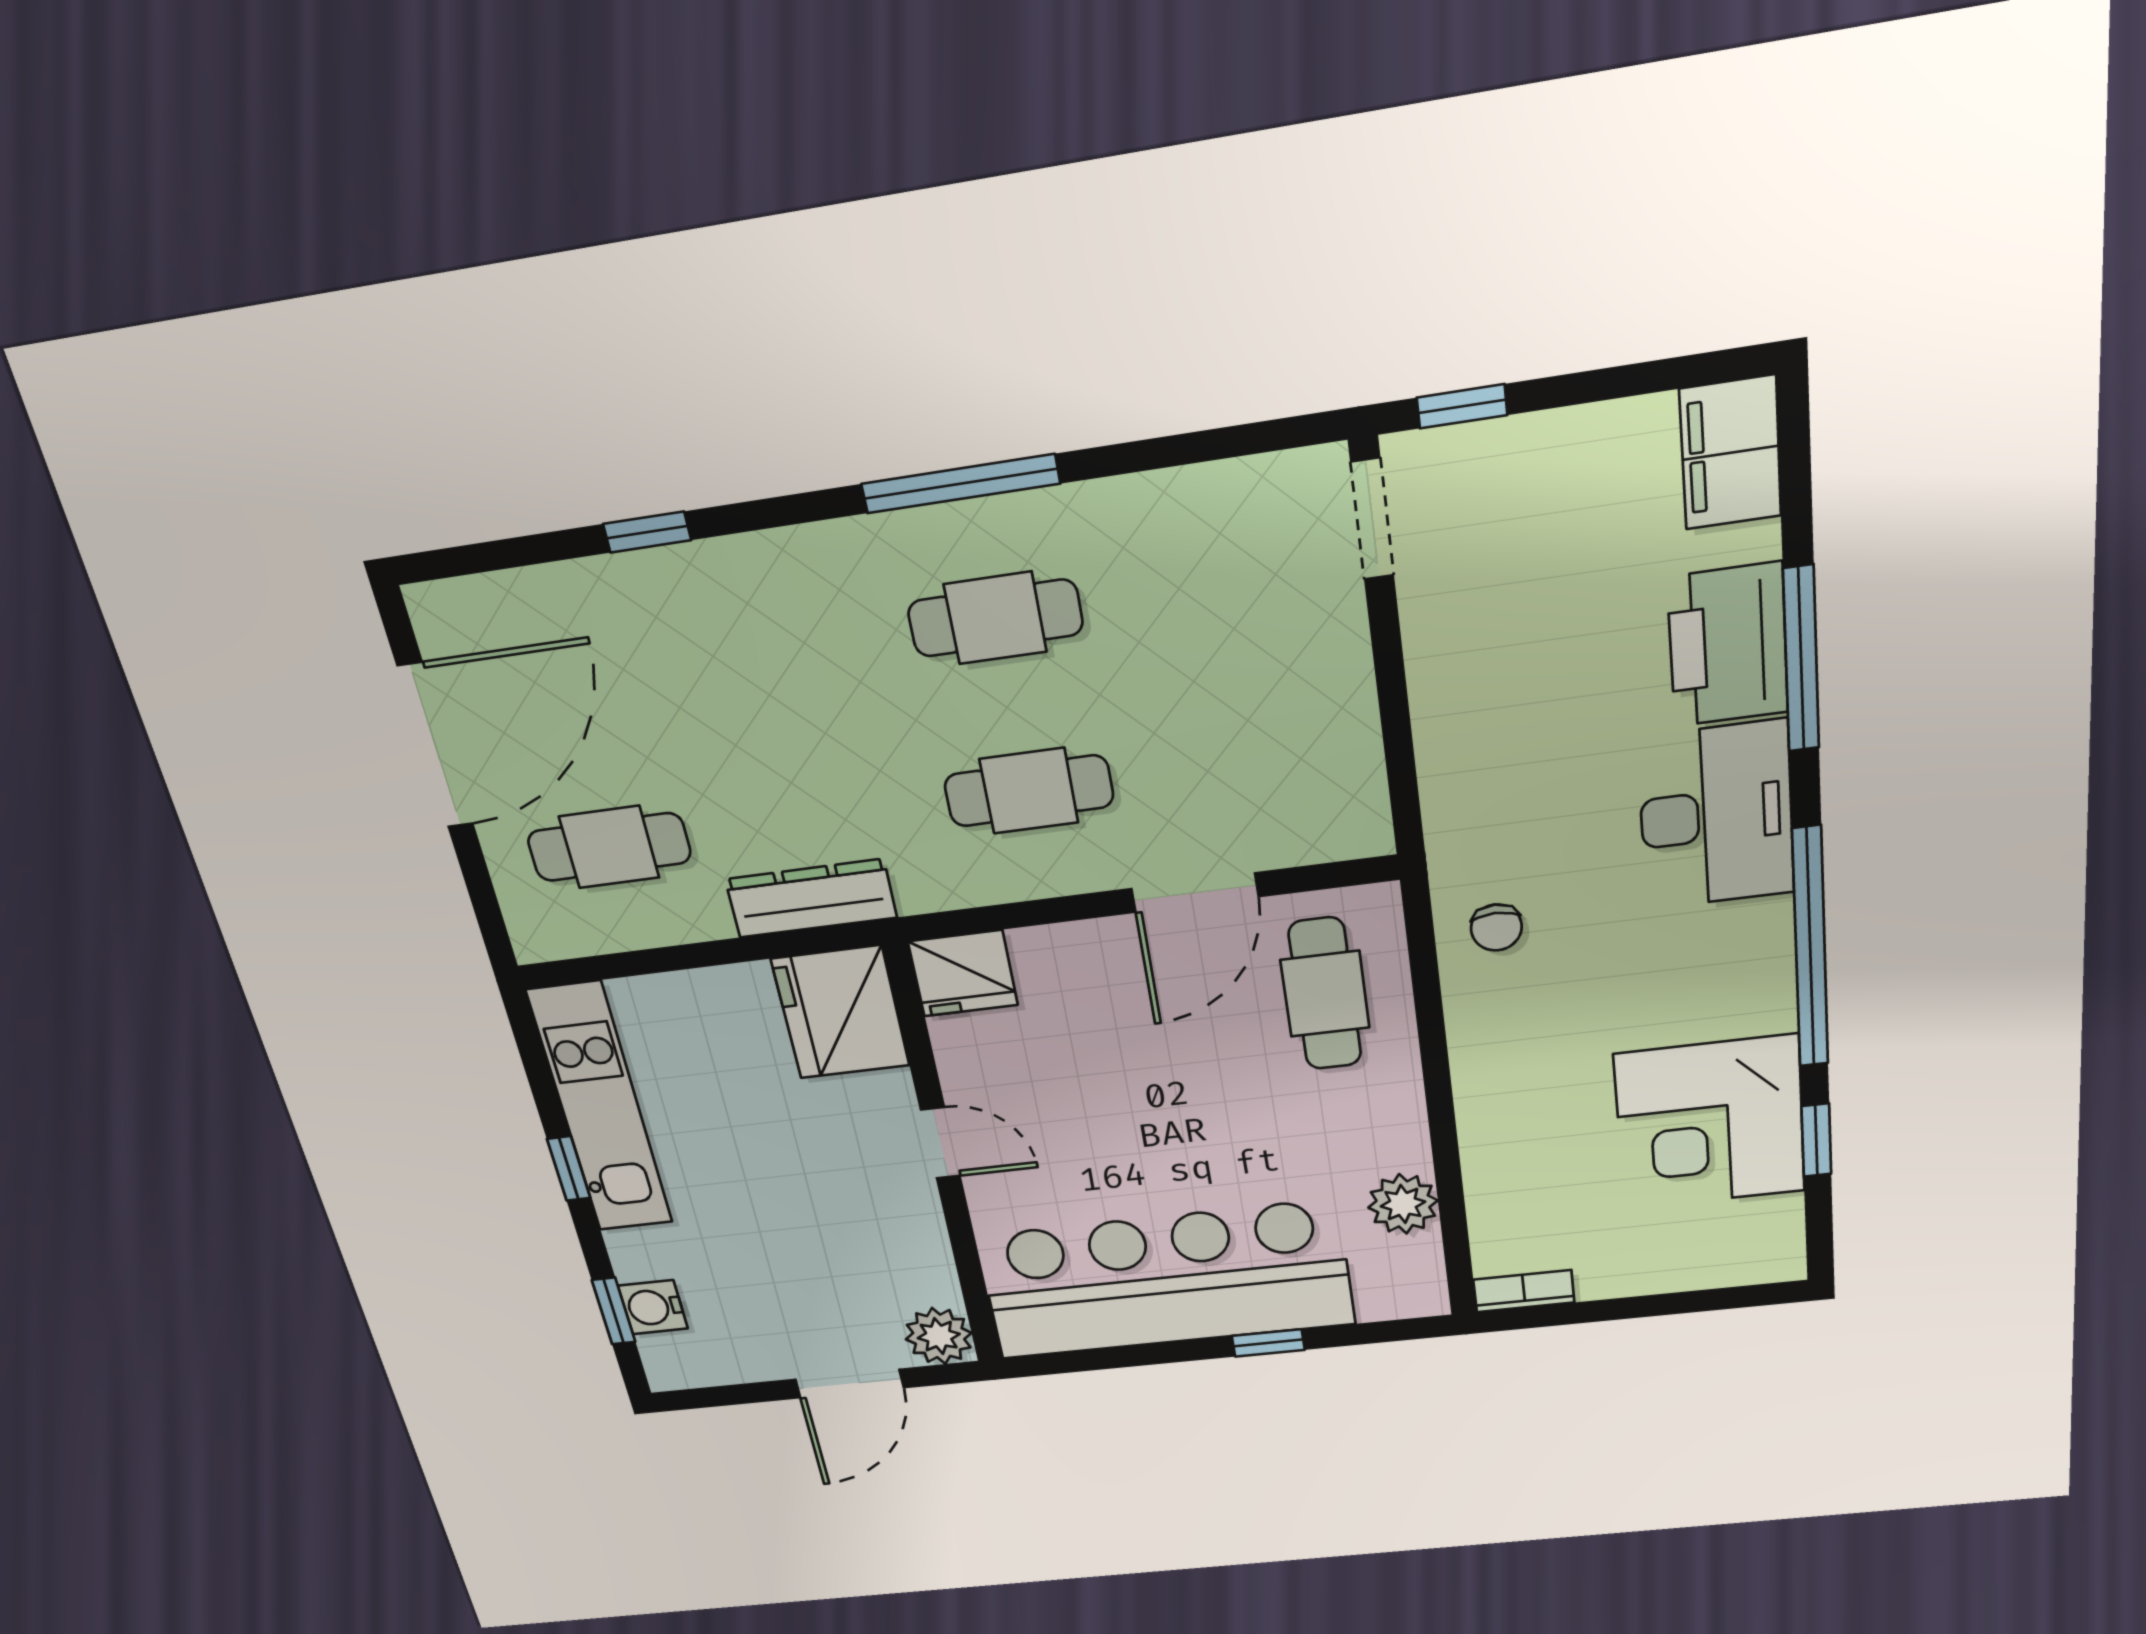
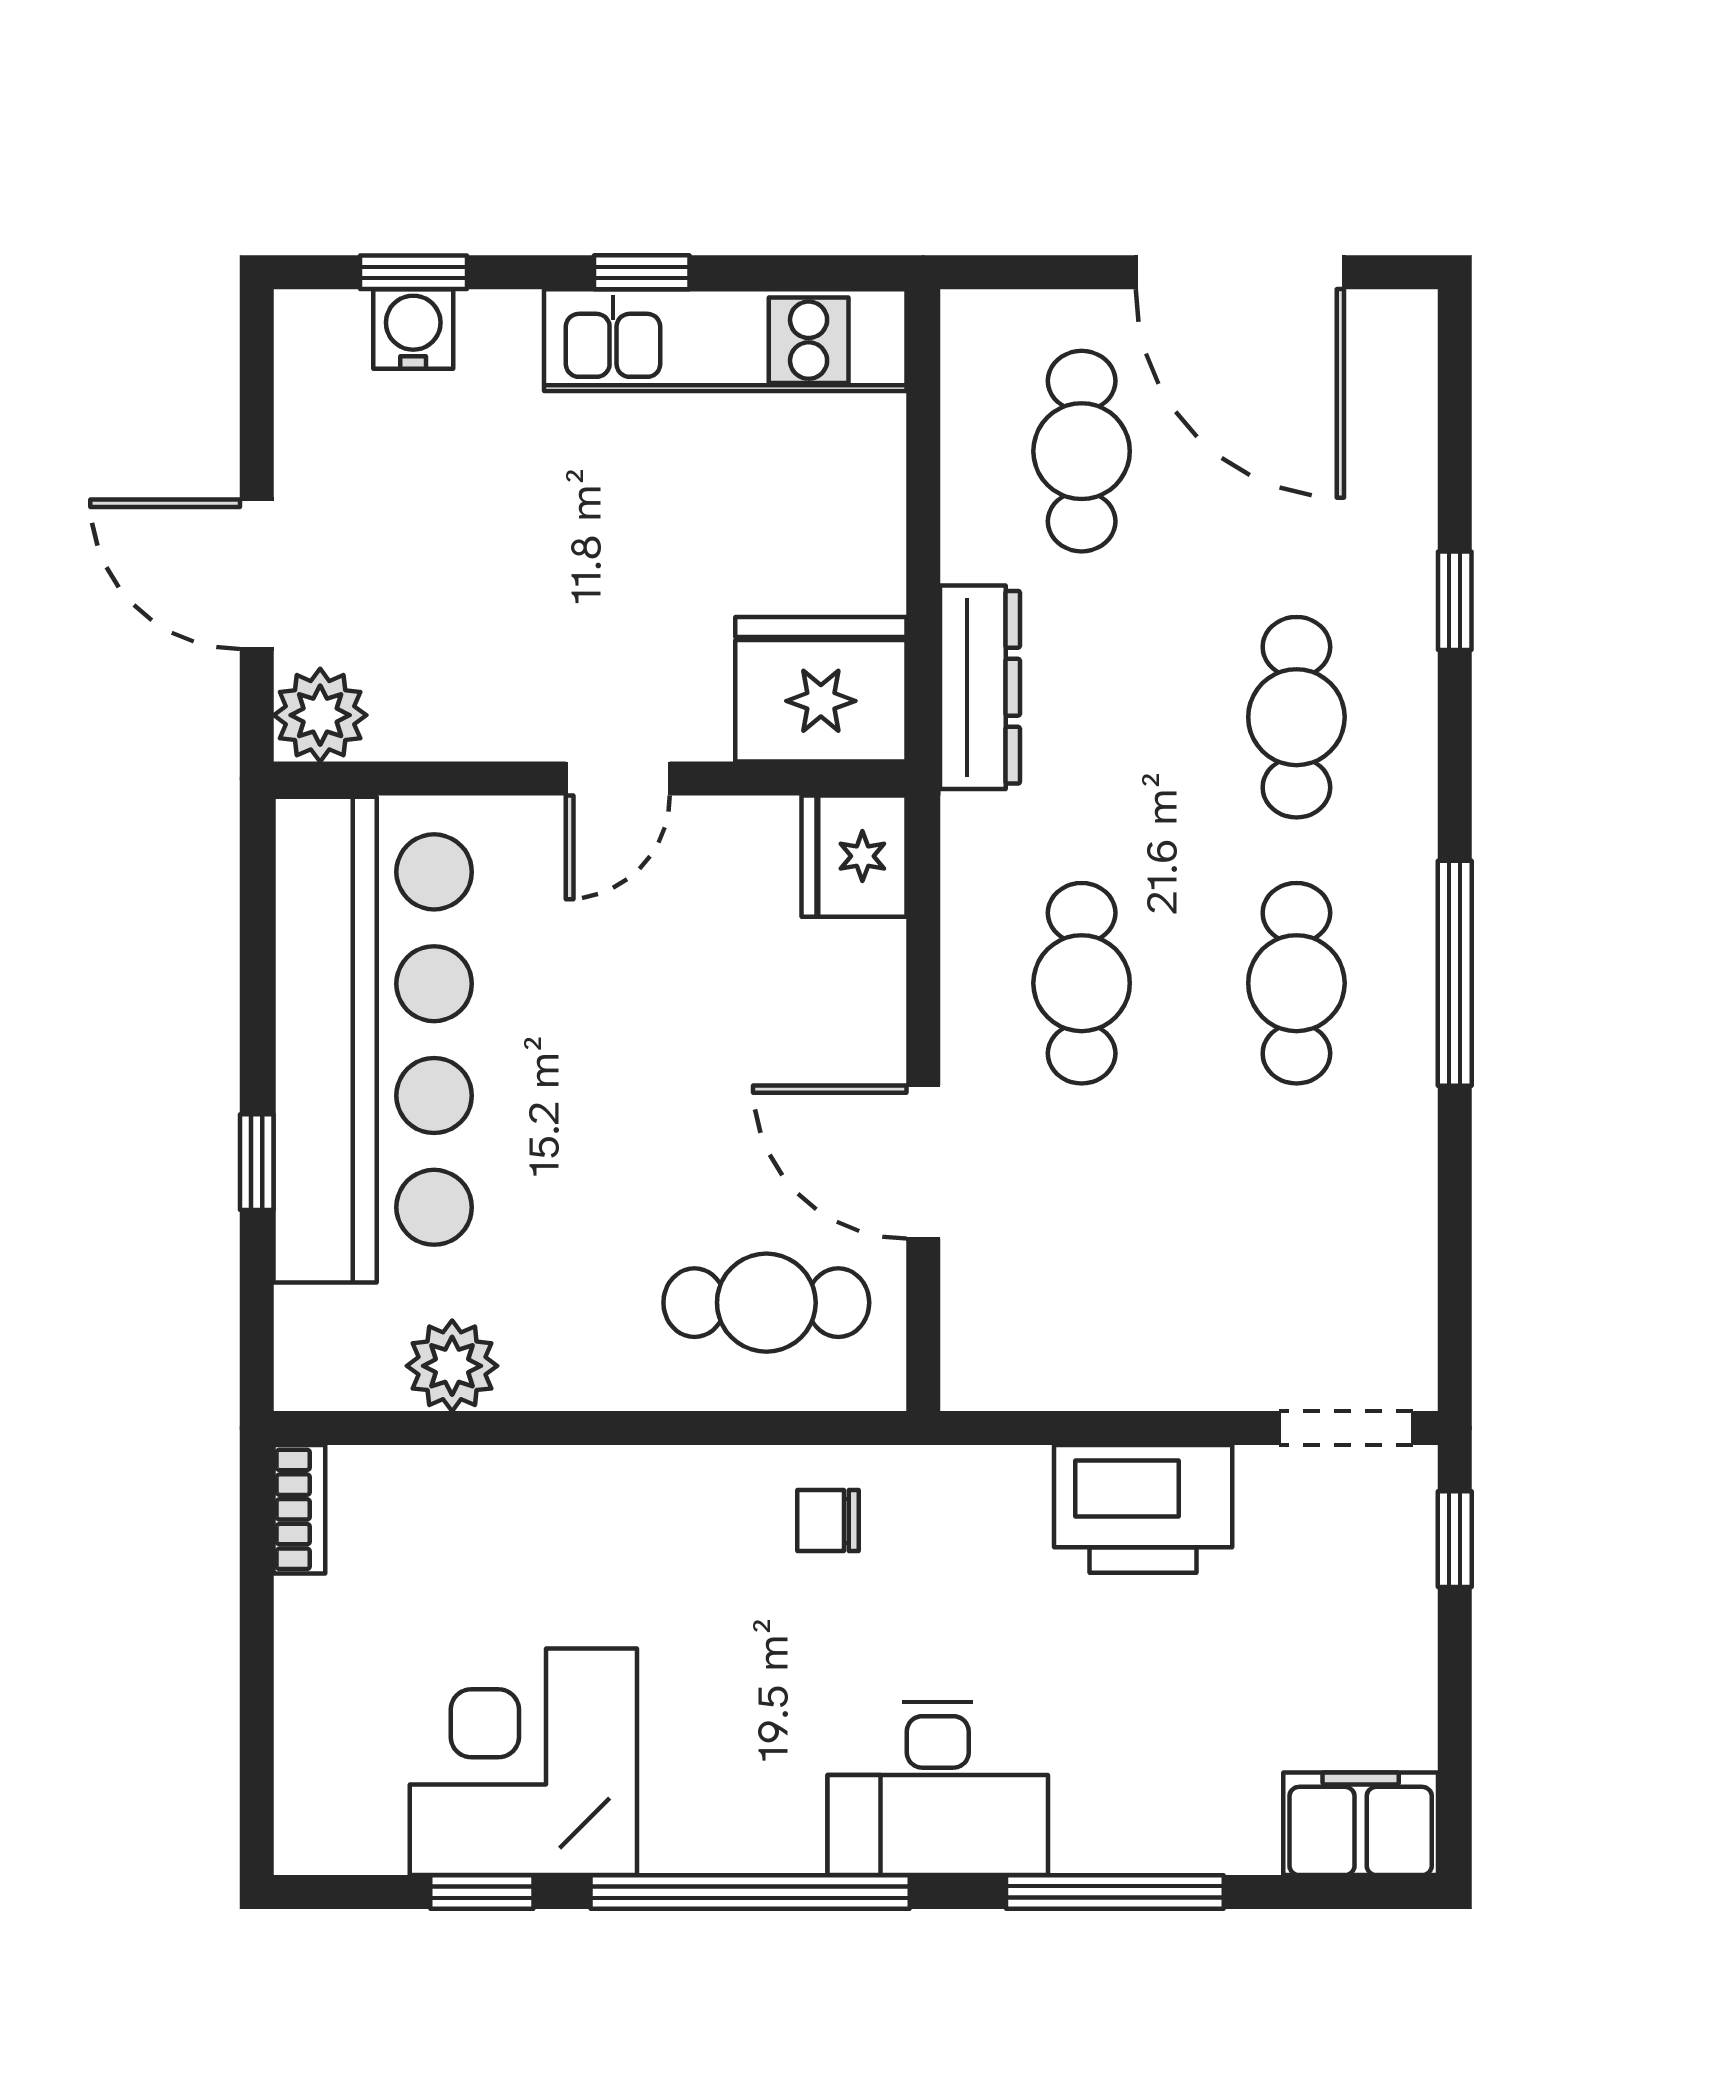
printer: (1728, 645) -> (1143, 1509), moved, turned 180
cafe table: (776, 650) -> (1296, 717), added

